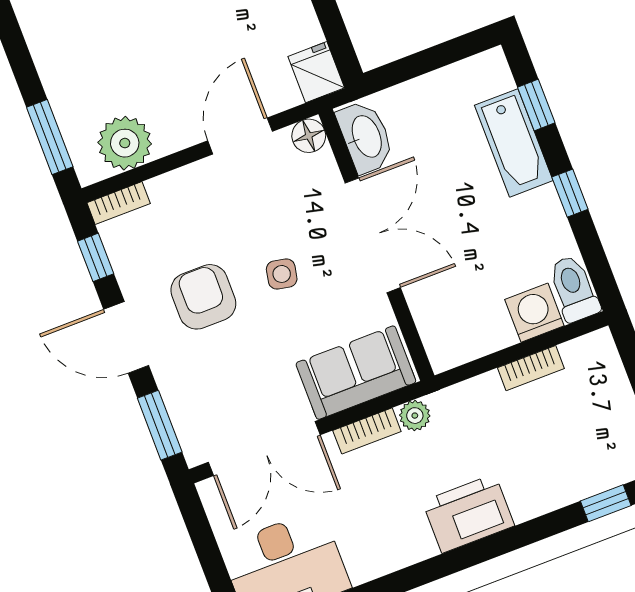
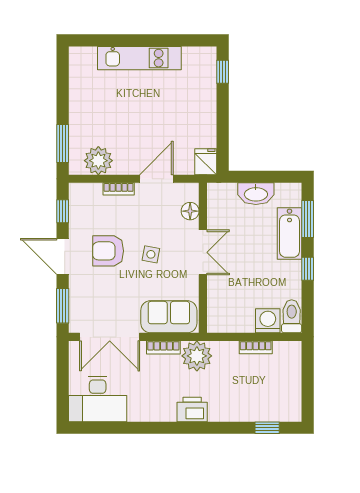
window: (536, 105) -> (308, 219), width x1.50
floor lamp: (309, 136) -> (190, 211), moved
washbasin: (366, 137) -> (256, 194), moved, turned 90
bookcase: (119, 203) -> (119, 189), moved
double door: (373, 235) -> (203, 252), width x0.73
armchair: (203, 297) -> (108, 251), turned -90
plant: (415, 416) -> (197, 356), width x1.87, depth x1.87
printer: (468, 514) -> (192, 409), width x0.73, depth x0.84

